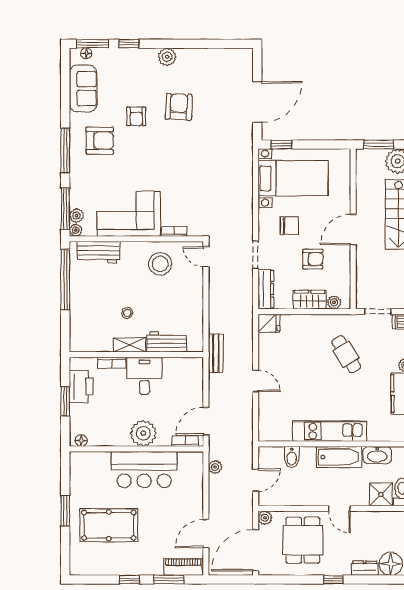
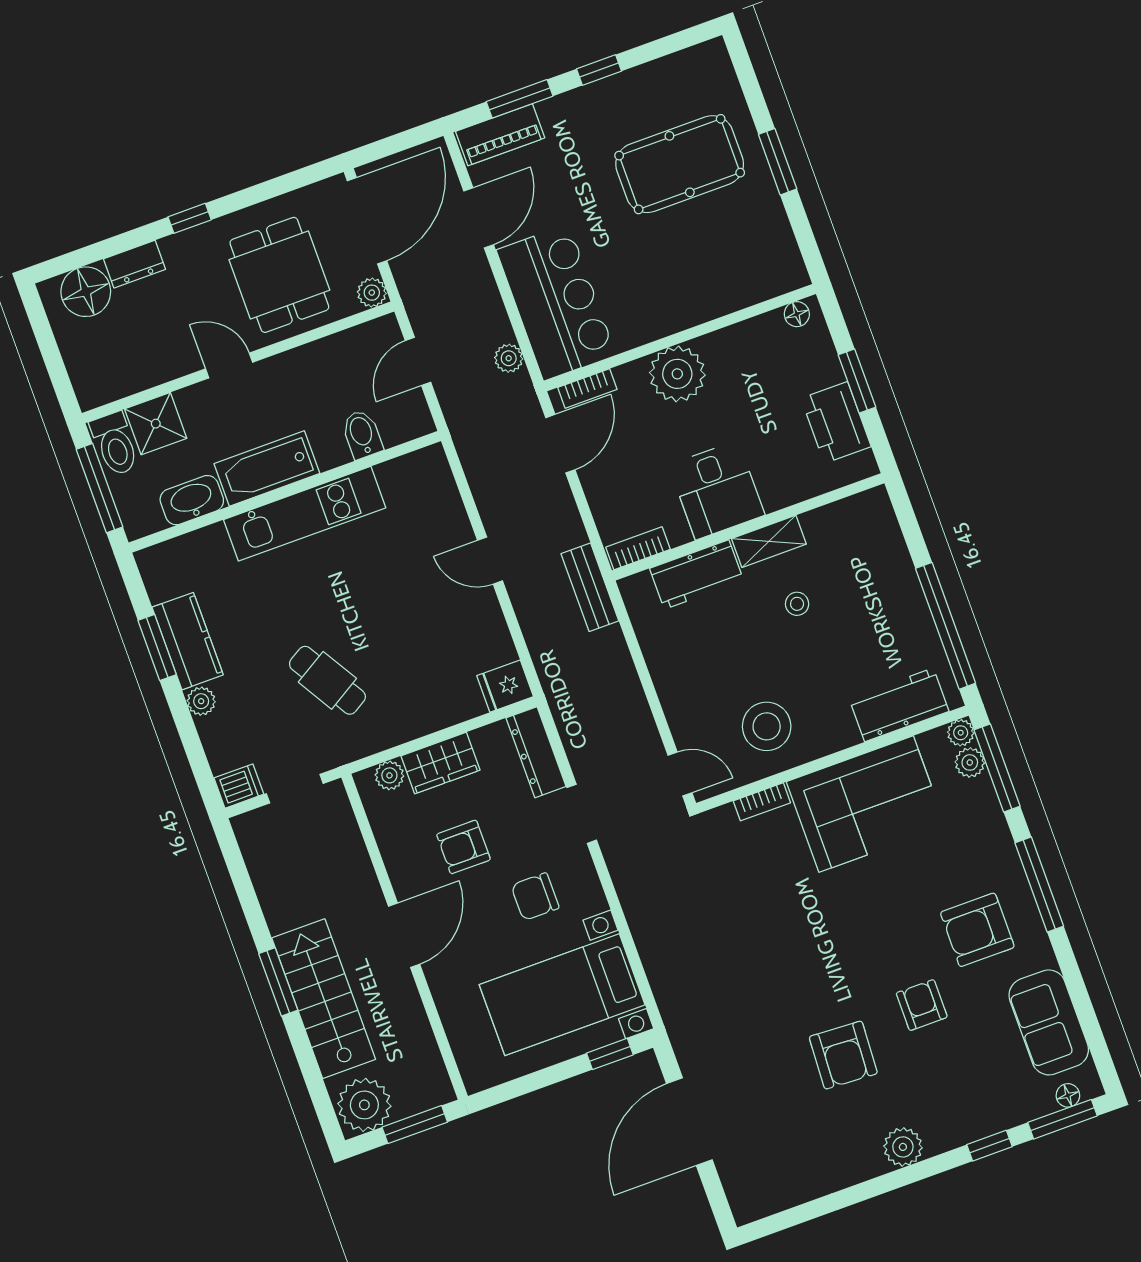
bookcase: (112, 363) -> (638, 548), moved
bar counter: (144, 470) -> (556, 302), moved, turned 90

